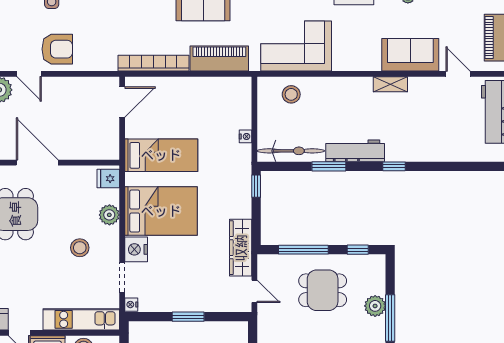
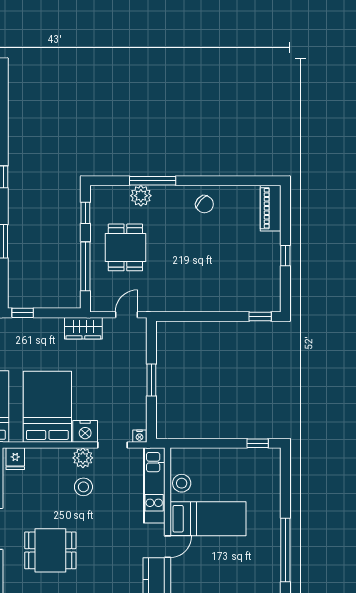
plant: (109, 215) -> (83, 458), moved
wardrobe: (241, 248) -> (83, 328), width x0.67

